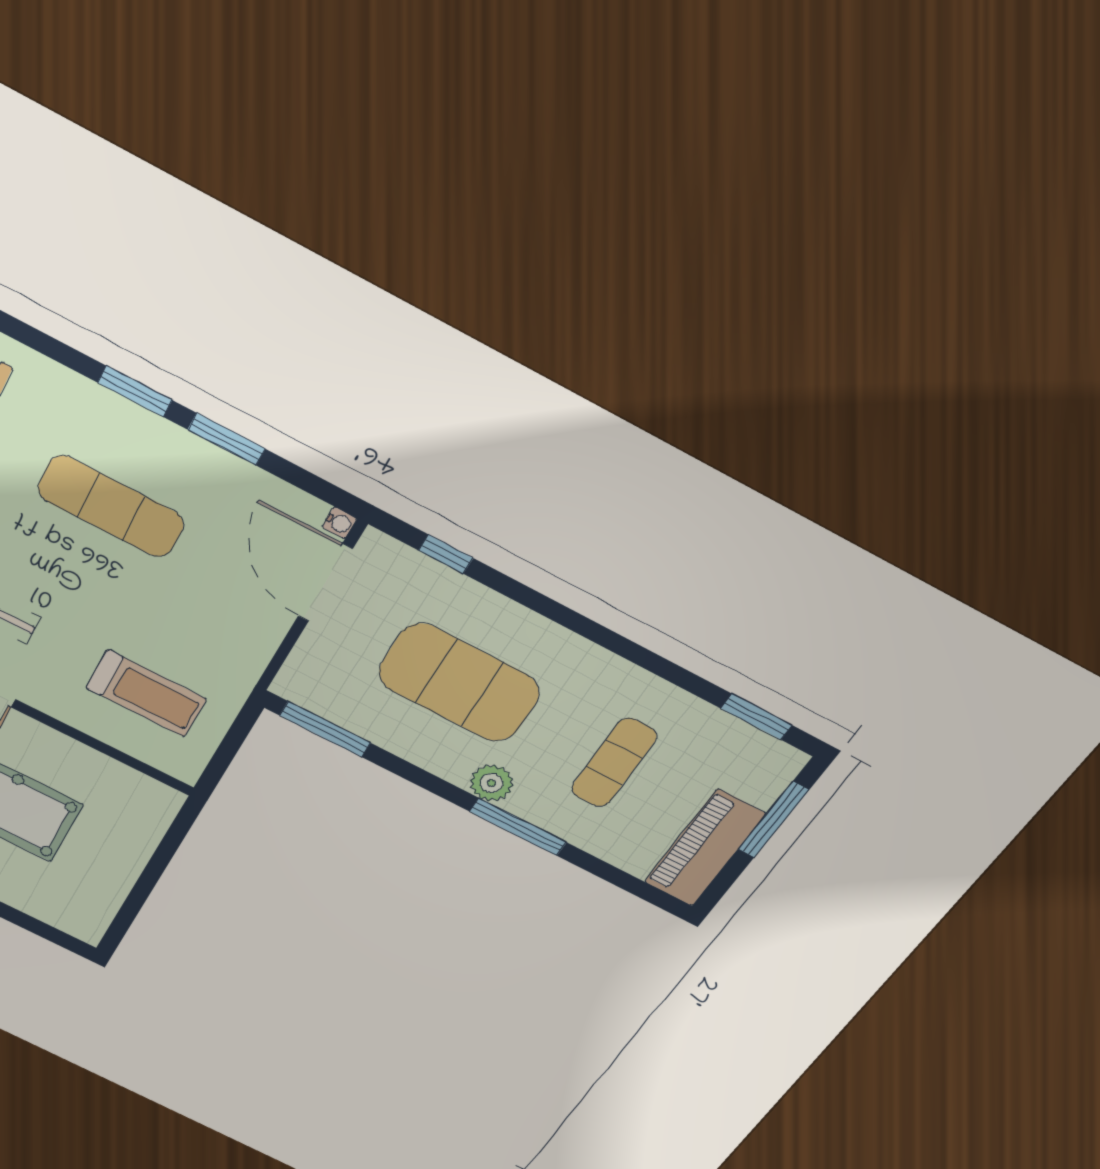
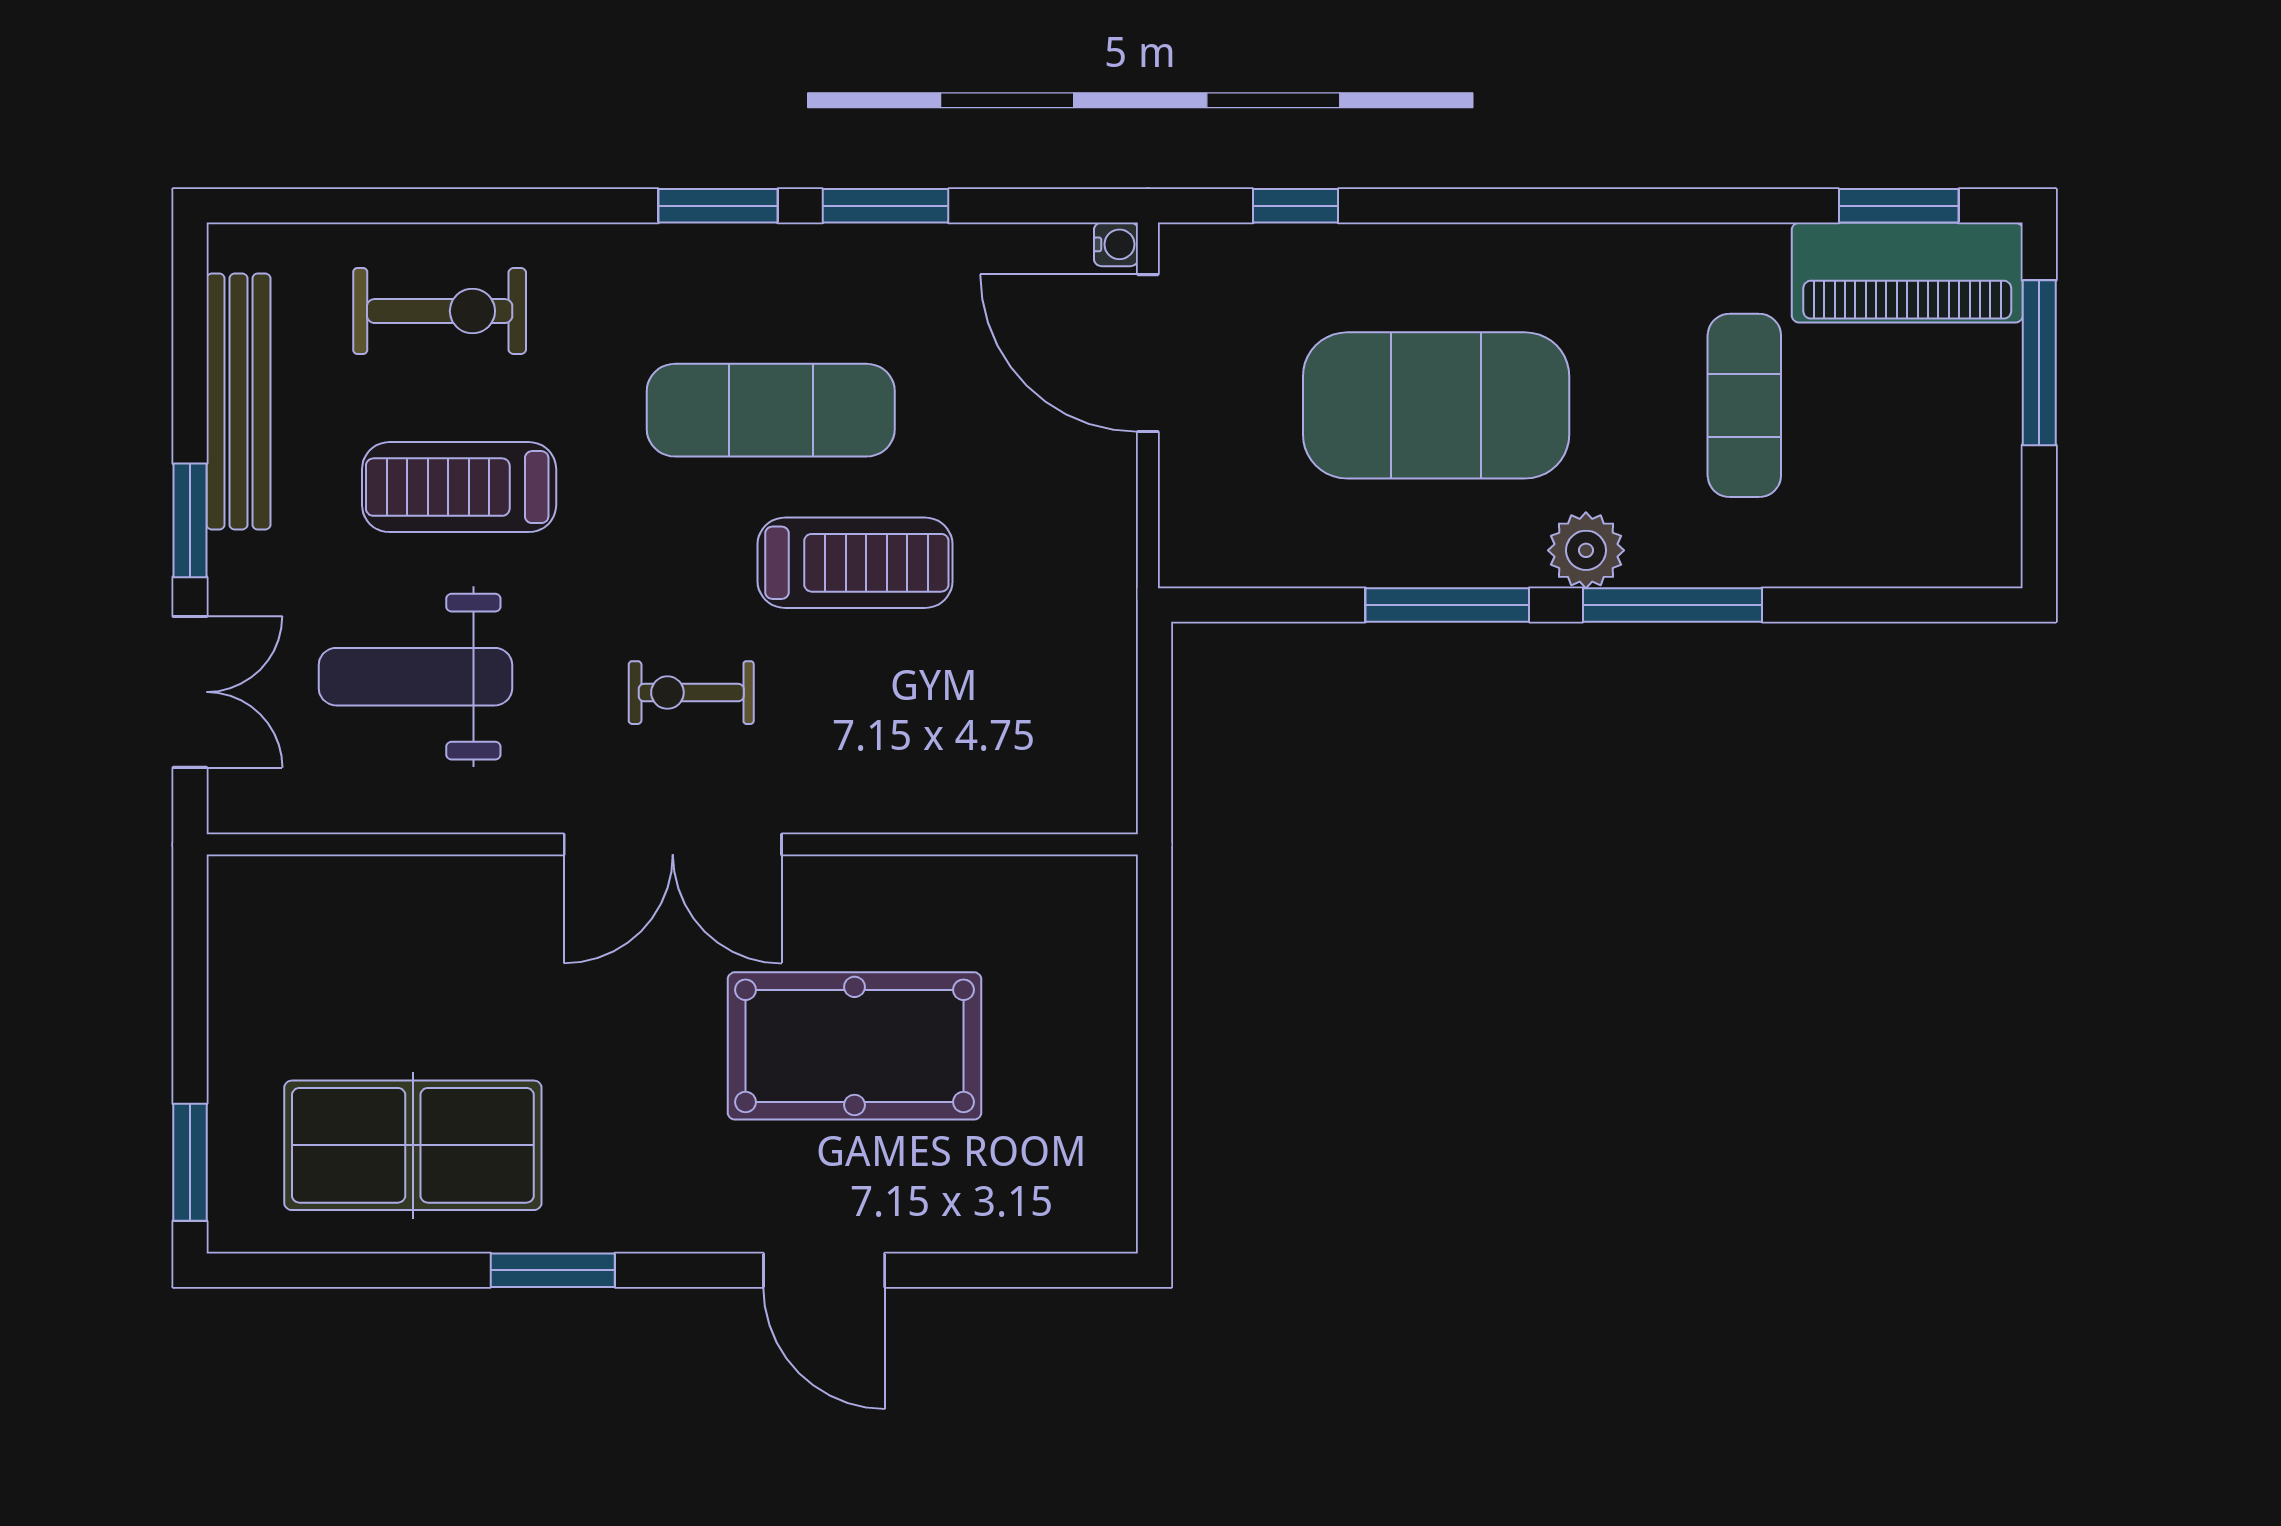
treadmill: (146, 693) -> (855, 563), moved
window: (325, 729) -> (1447, 605), moved
piano: (705, 848) -> (1907, 273), moved, turned -90

